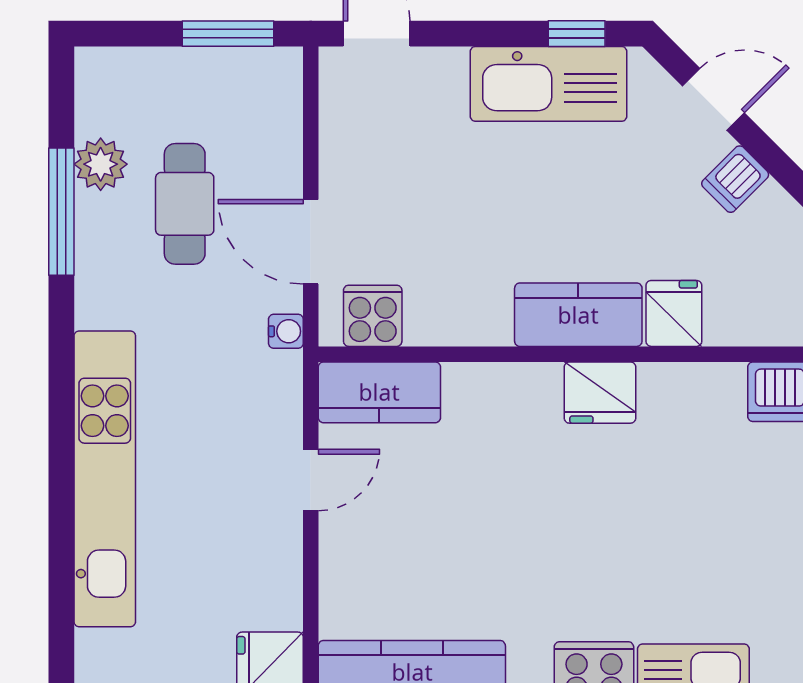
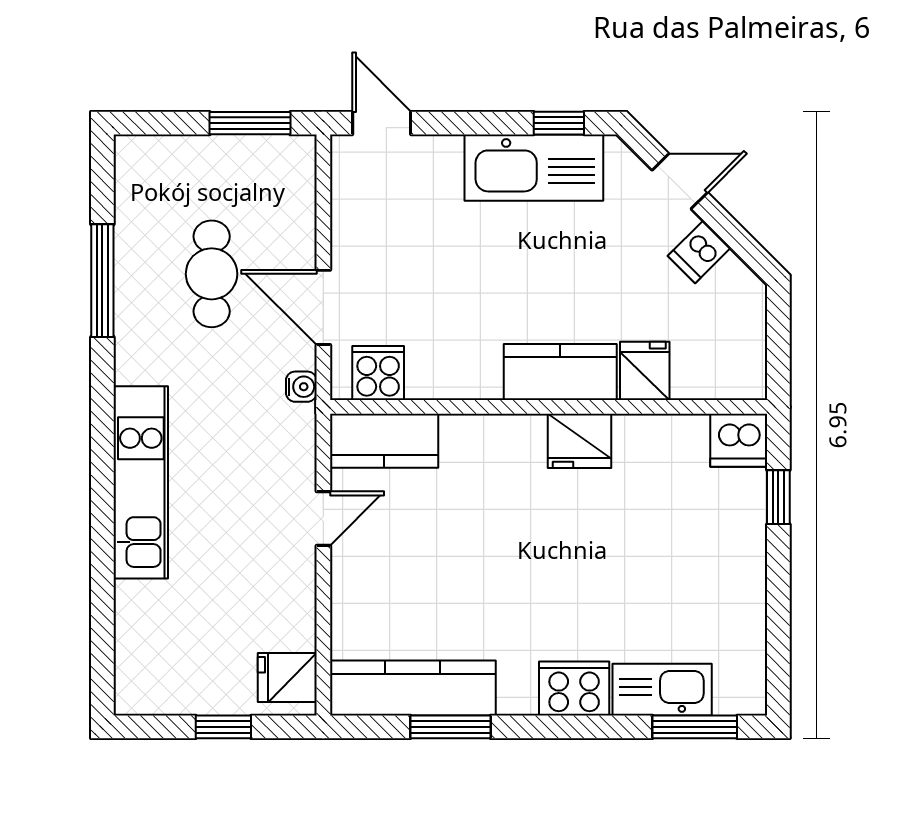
plant: (101, 164) -> (137, 239), removed
kitchen unit: (105, 479) -> (141, 482), width x0.73

